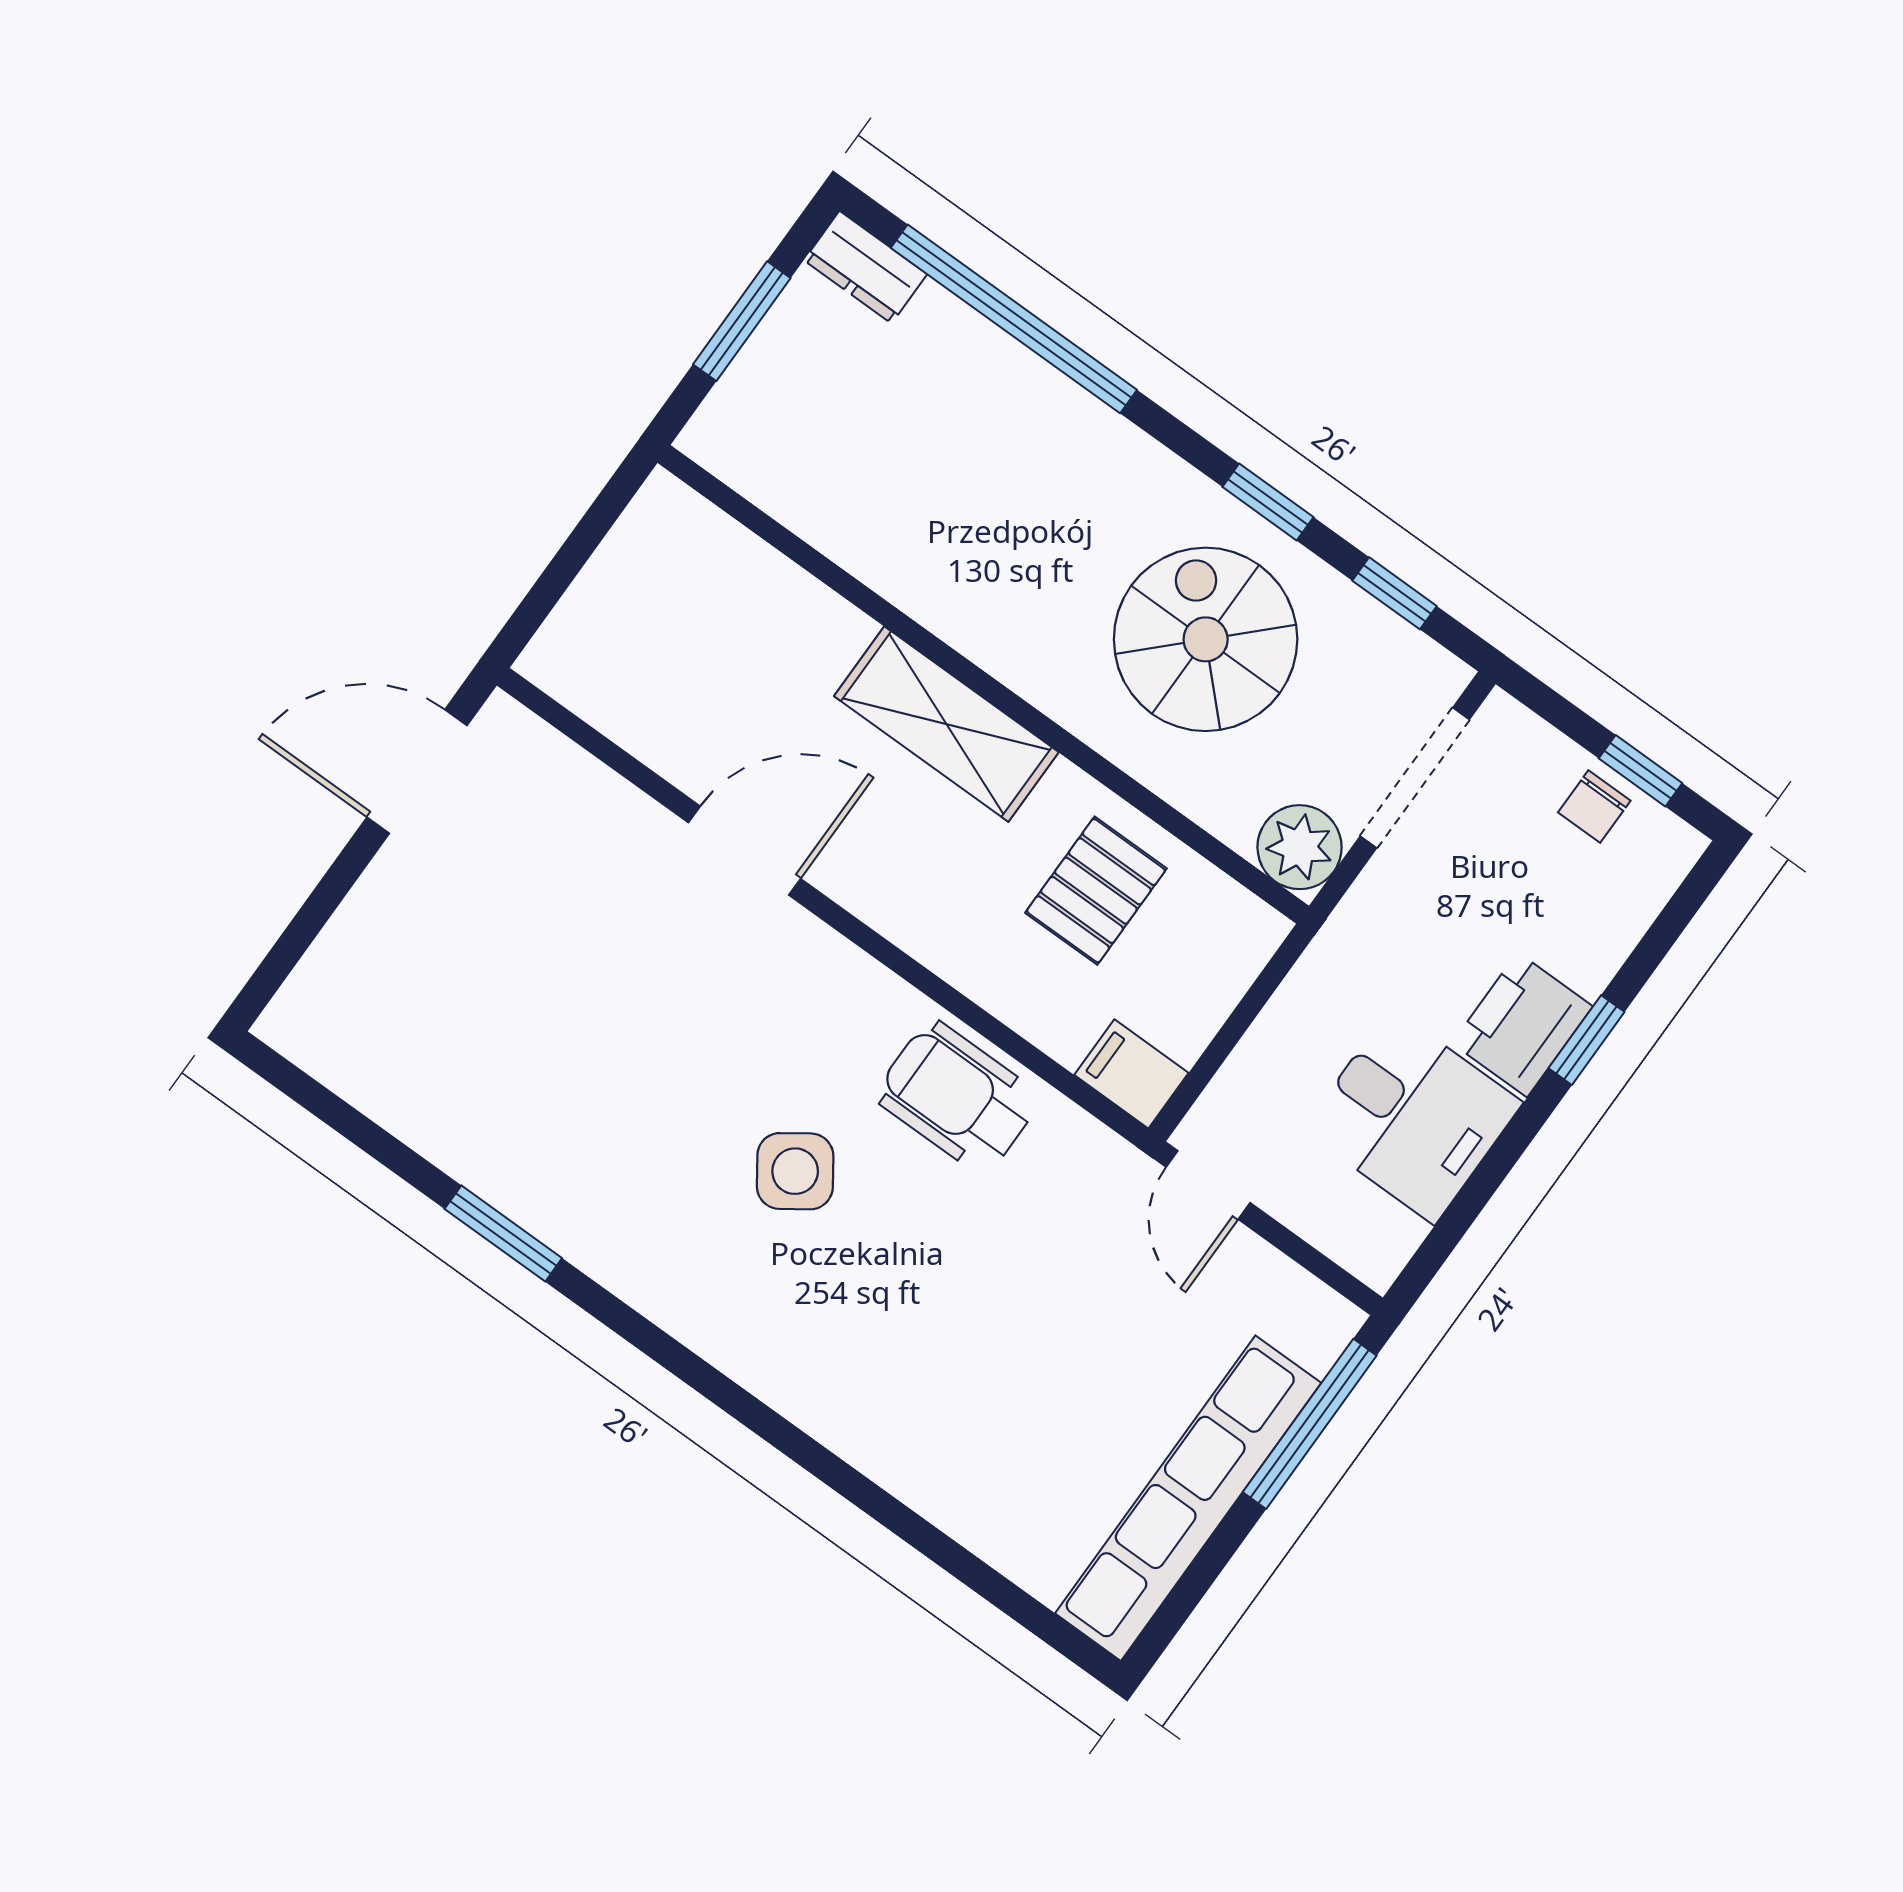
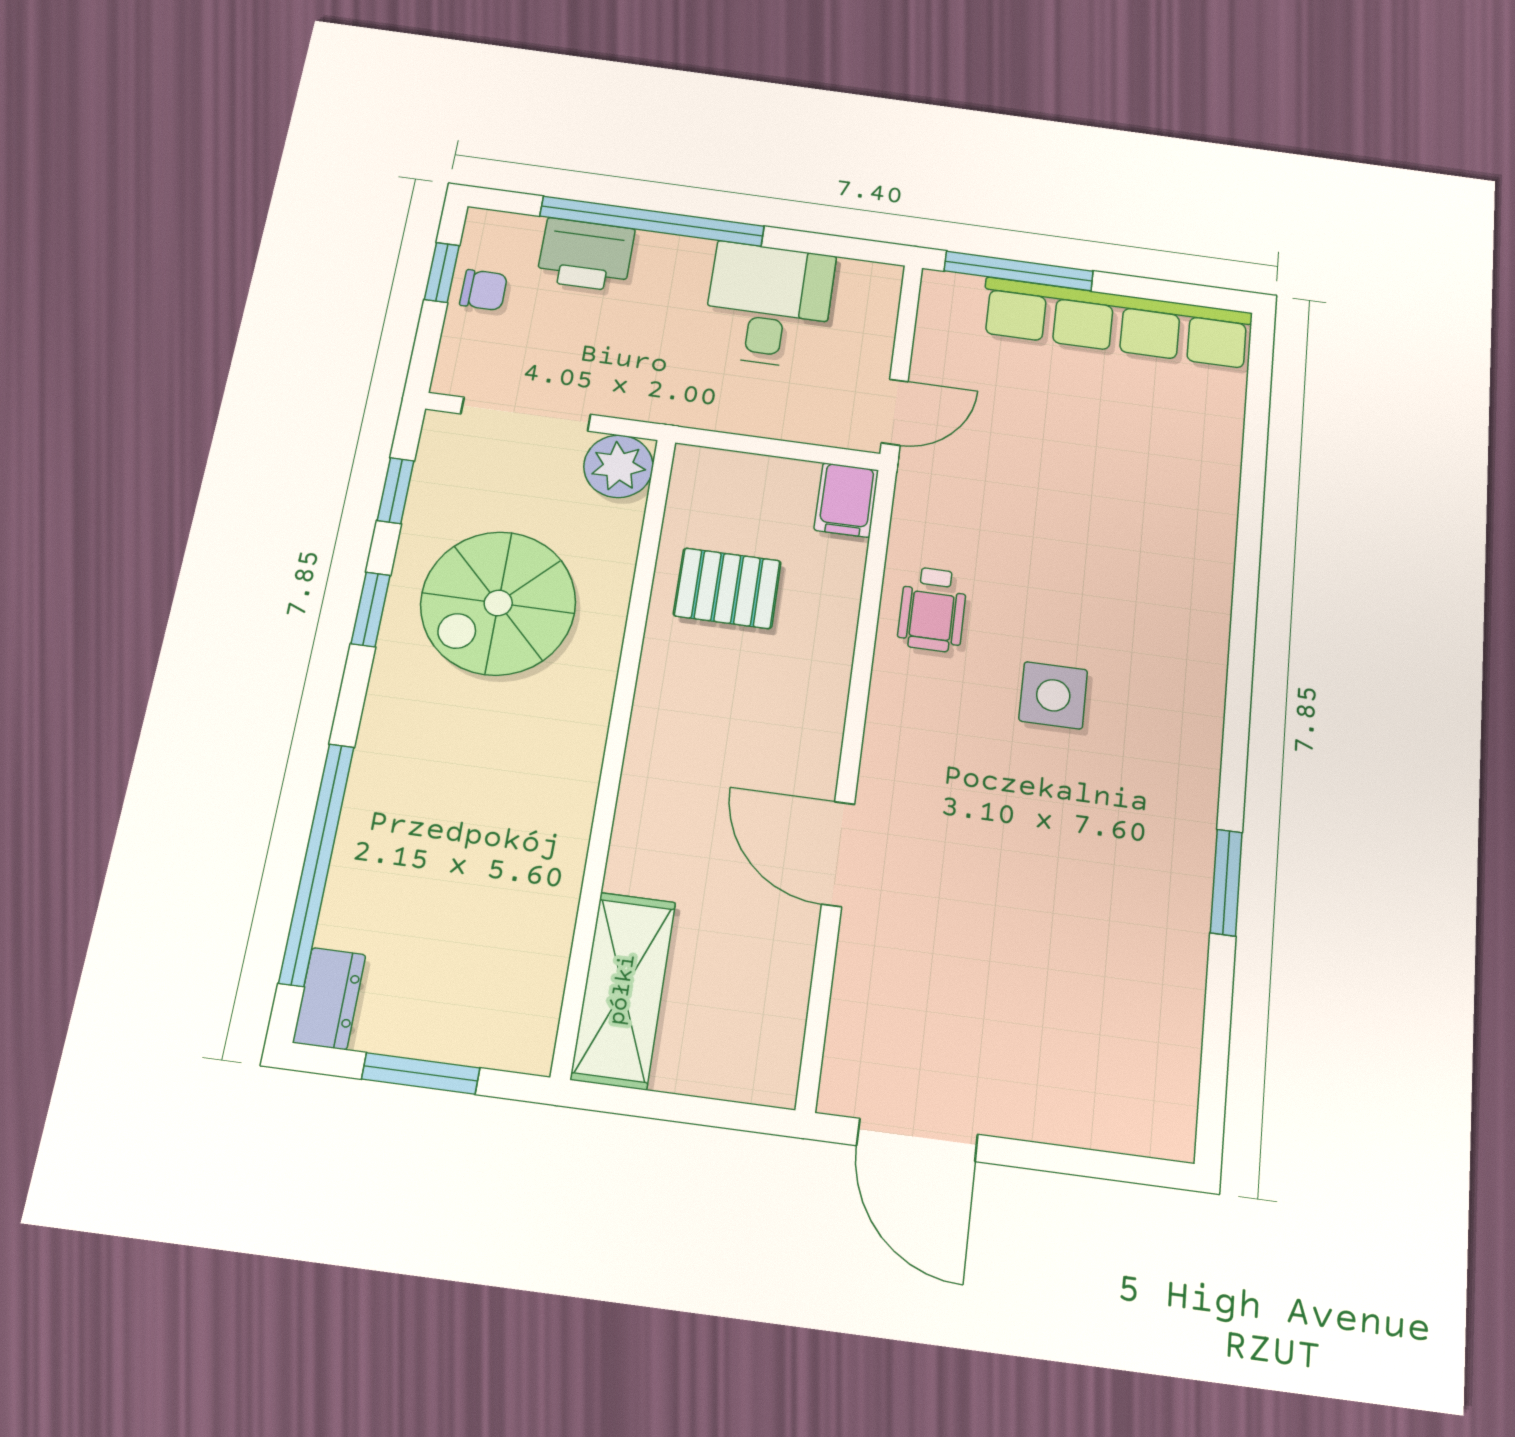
shelving: (946, 724) -> (623, 990), moved
printer: (1522, 1025) -> (586, 255), moved
window: (1586, 1040) -> (652, 221), width x3.17
wheelchair: (958, 1097) -> (932, 609), width x0.73, depth x0.73
side table: (795, 1171) -> (1053, 695), turned 35

